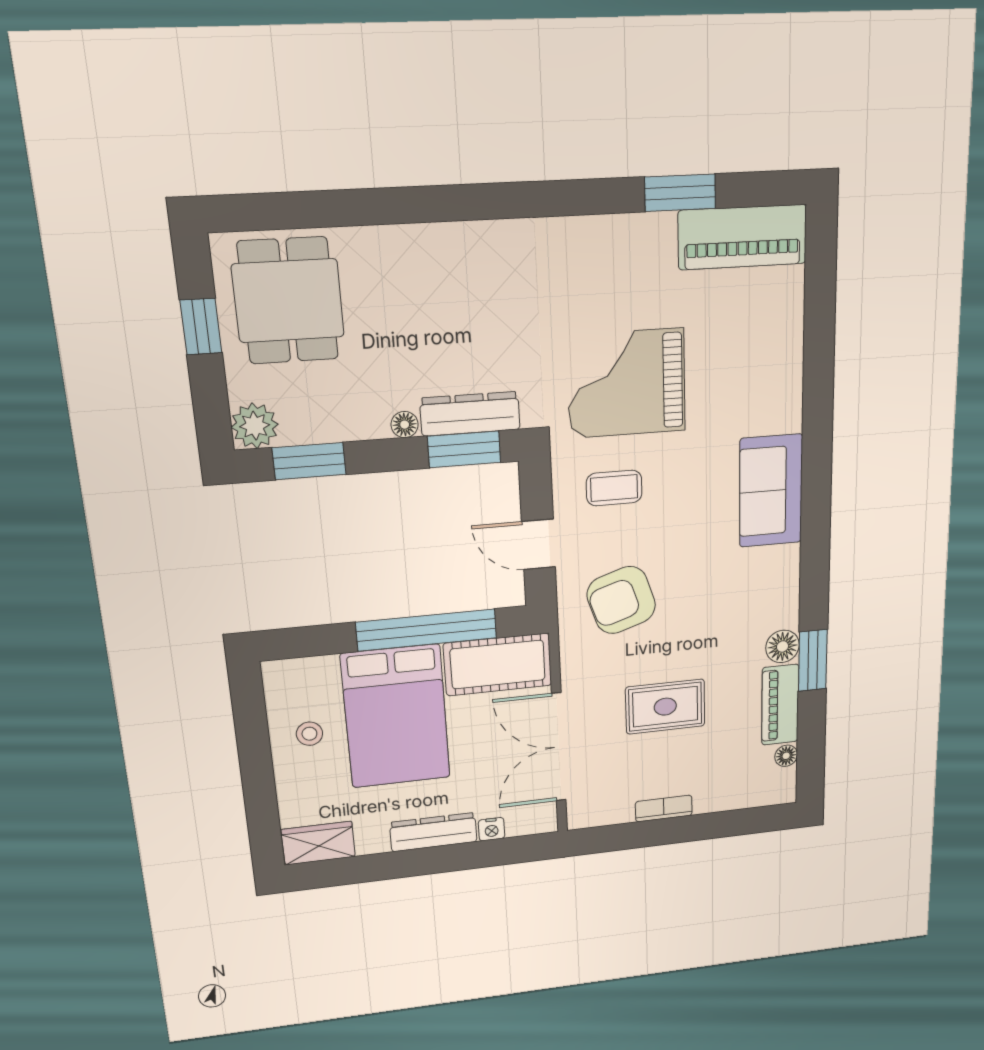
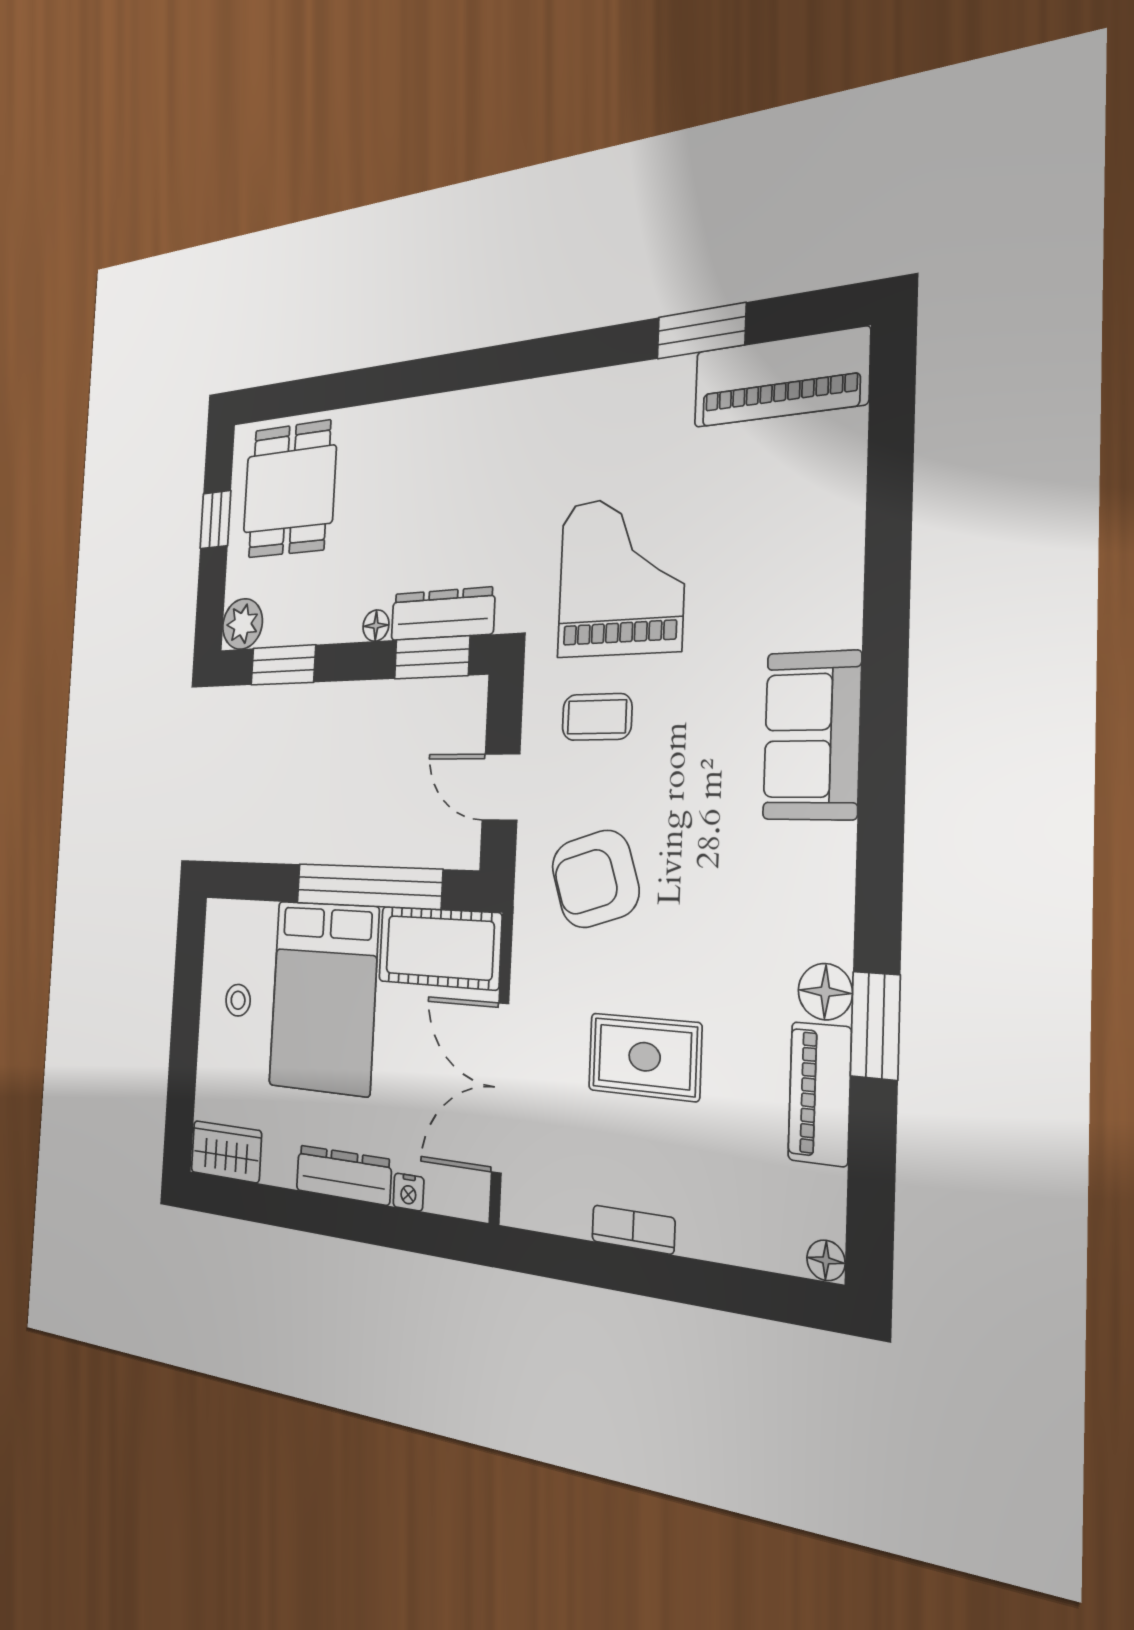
grand piano: (626, 383) -> (621, 576), turned 90
floor lamp: (786, 756) -> (826, 1260), moved

